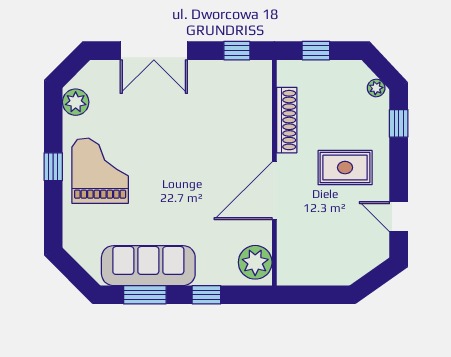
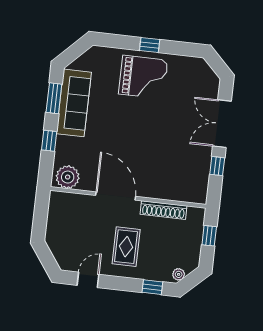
window: (237, 51) -> (217, 166), moved
plant: (76, 102) -> (192, 66), removed

